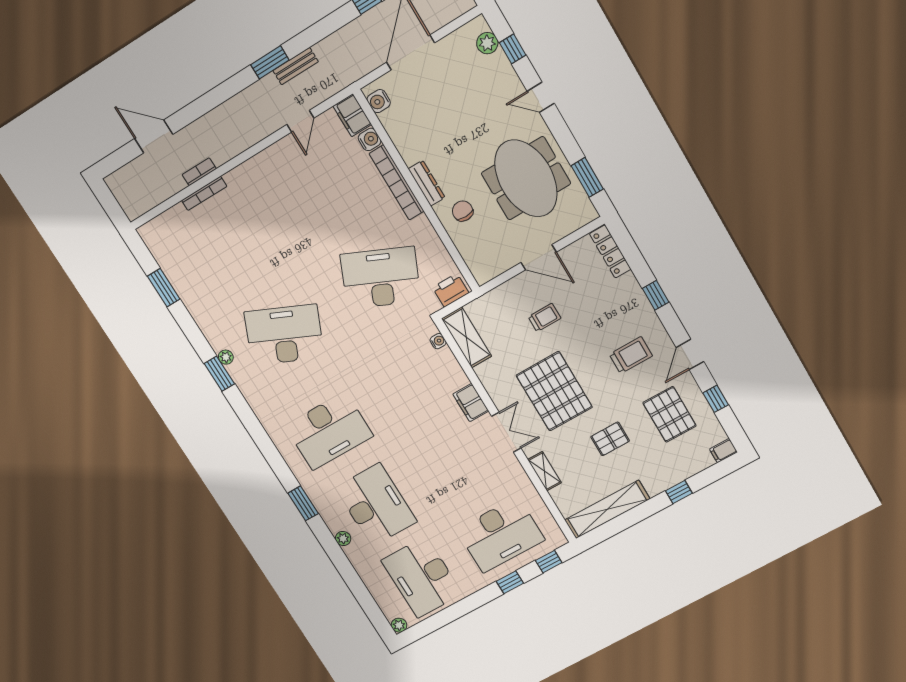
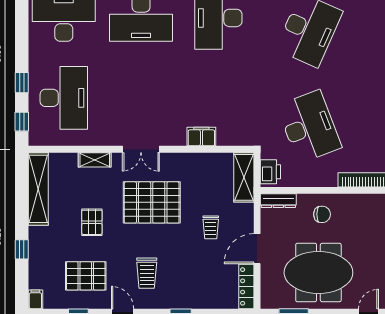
dresser: (427, 183) -> (278, 201), moved
locker: (610, 252) -> (246, 286), moved, turned -90
desk: (381, 278) -> (309, 127), turned -45
shelving: (466, 337) -> (244, 177), moved, turned 90
water cooler: (438, 341) -> (238, 140), removed
filing cabinet: (471, 403) -> (201, 137), moved
desk: (500, 535) -> (64, 98), turned 180

